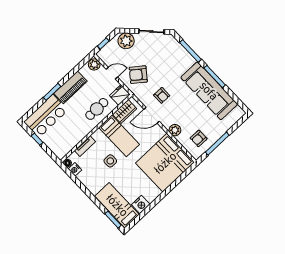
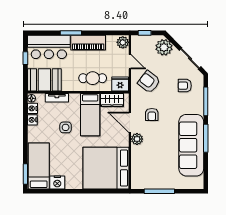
plant: (175, 130) -> (137, 139), moved
armchair: (199, 138) -> (185, 86), moved
booth: (64, 142) -> (44, 80), added
nightstand: (82, 177) -> (32, 120), added

